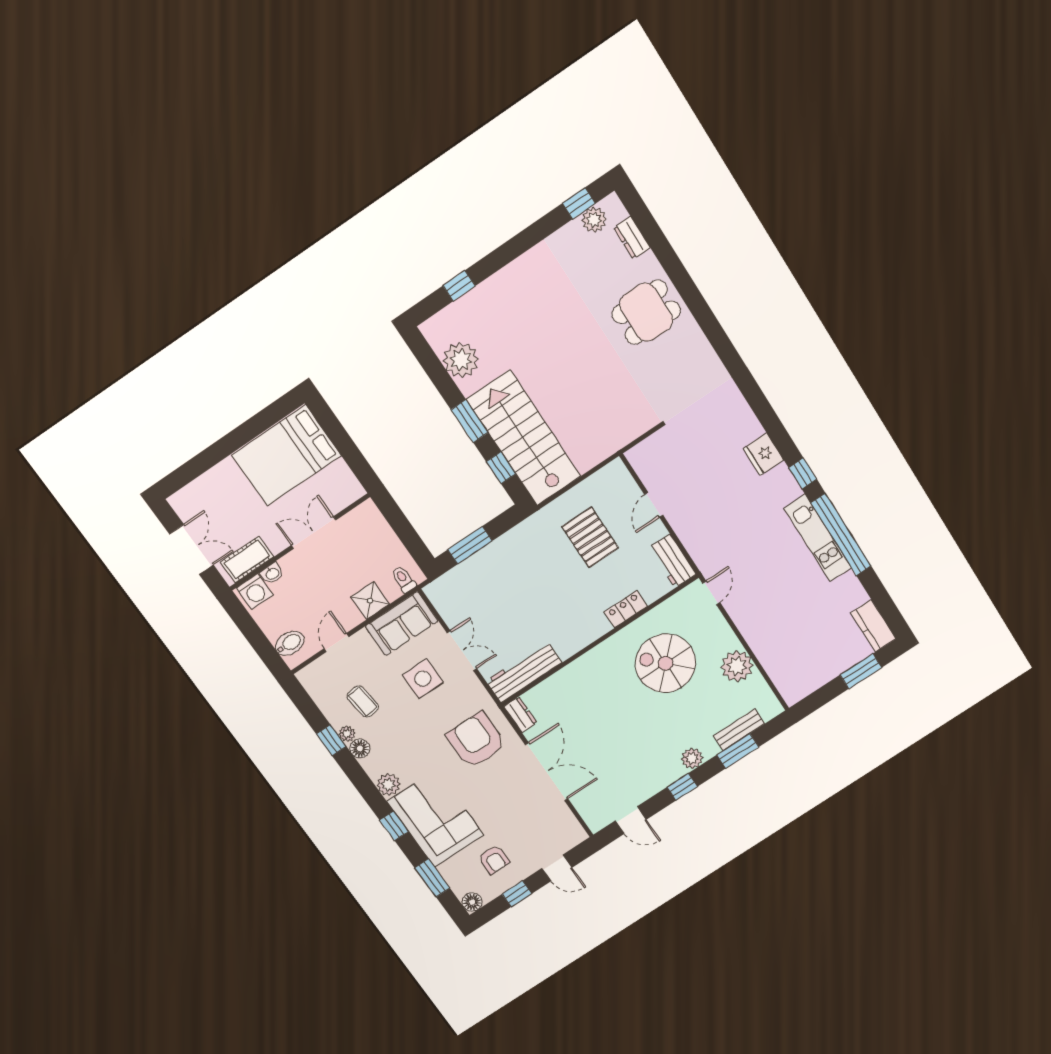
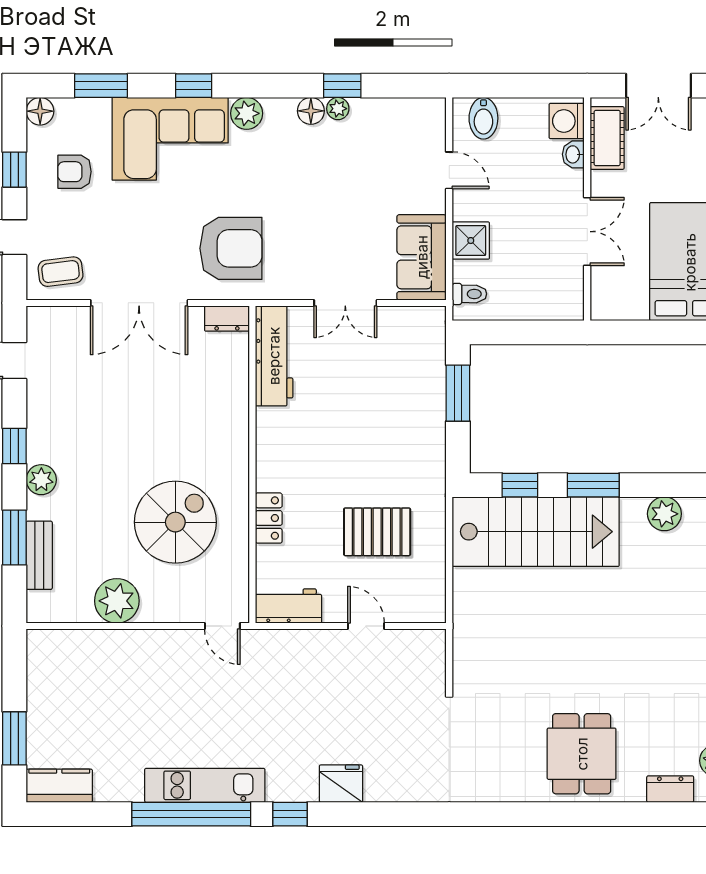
plant: (461, 360) -> (664, 514), width x0.73, depth x0.73
side table: (423, 679) -> (343, 238), removed
coffee table: (363, 702) -> (61, 272), moved

